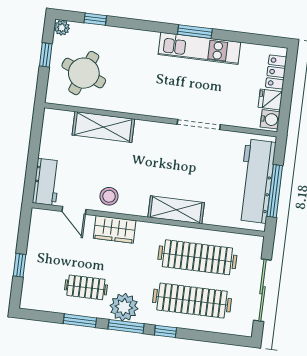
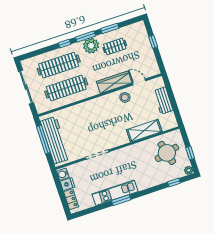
round table: (84, 73) -> (167, 153), turned -36
workbench: (46, 182) -> (163, 101), moved
shelving: (176, 210) -> (88, 107), removed
wardrobe: (115, 229) -> (114, 82), width x1.50

